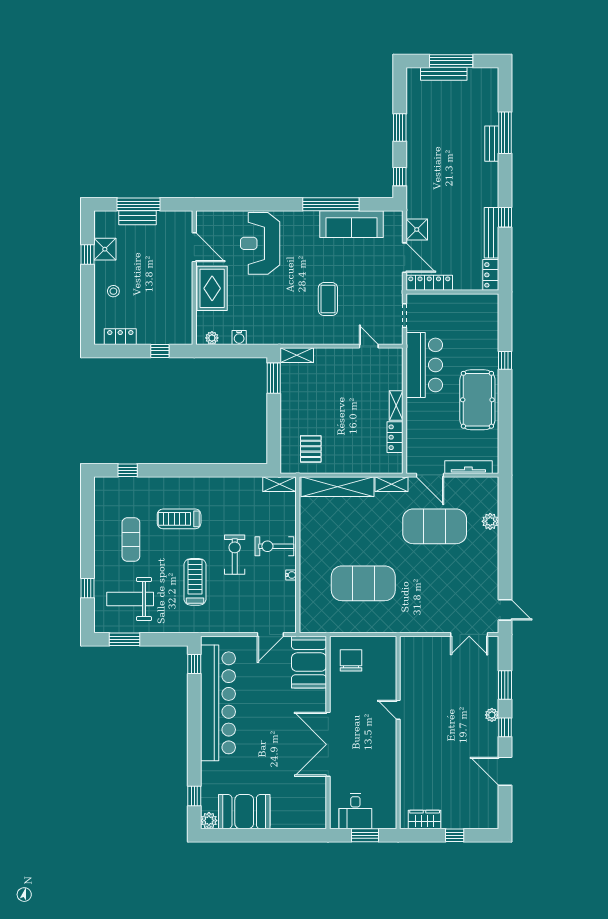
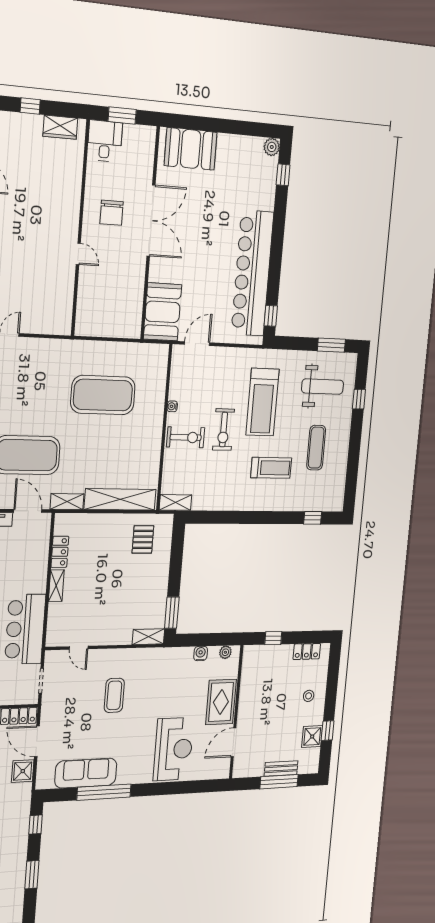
door: (194, 247) -> (234, 742), hinge flipped
treadmill: (195, 582) -> (262, 402), width x1.37, depth x1.38
chair: (351, 660) -> (112, 213), moved
desk: (355, 811) -> (105, 141), moved
booth: (244, 812) -> (191, 149), moved

